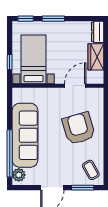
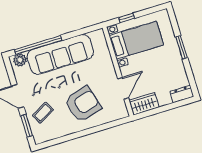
window: (26, 19) -> (173, 20), removed
wardrobe: (96, 57) -> (144, 104), moved
door: (75, 86) -> (123, 88), hinge flipped
coffee table: (91, 170) -> (43, 113), moved

